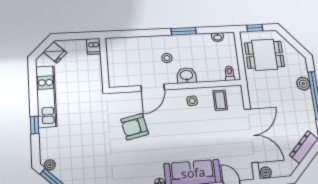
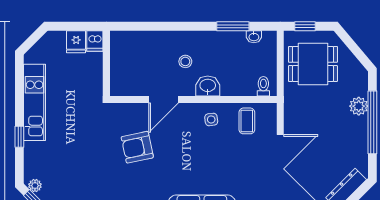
window: (184, 31) -> (233, 26), moved
fridge: (55, 52) -> (76, 42), moved, turned 45

